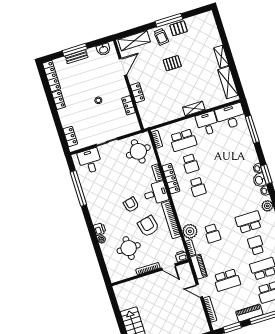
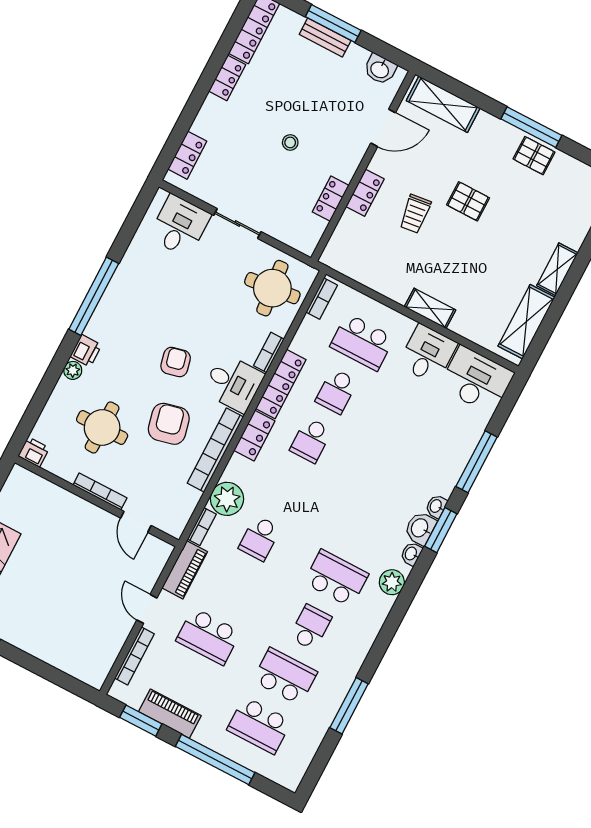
trolley: (161, 37) -> (415, 214), moved
window: (252, 129) -> (477, 462), moved
window: (78, 188) -> (94, 296), moved
locker: (179, 203) -> (254, 436), added
printer: (181, 256) -> (34, 452), moved
piano: (249, 313) -> (170, 714), moved

